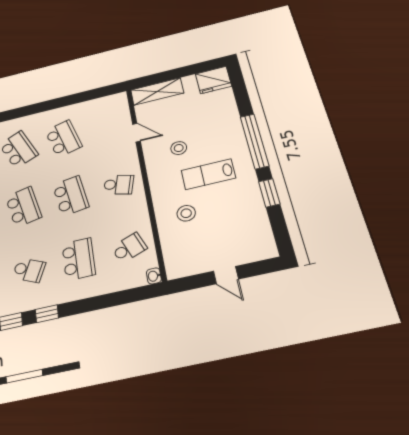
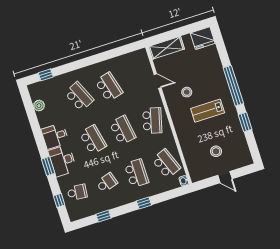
school desk: (119, 185) -> (152, 121), width x1.85
stool: (186, 213) -> (216, 151), moved
school desk: (129, 248) -> (166, 164), width x1.85
school desk: (29, 270) -> (107, 183), turned -42
window: (47, 314) -> (144, 203), moved

